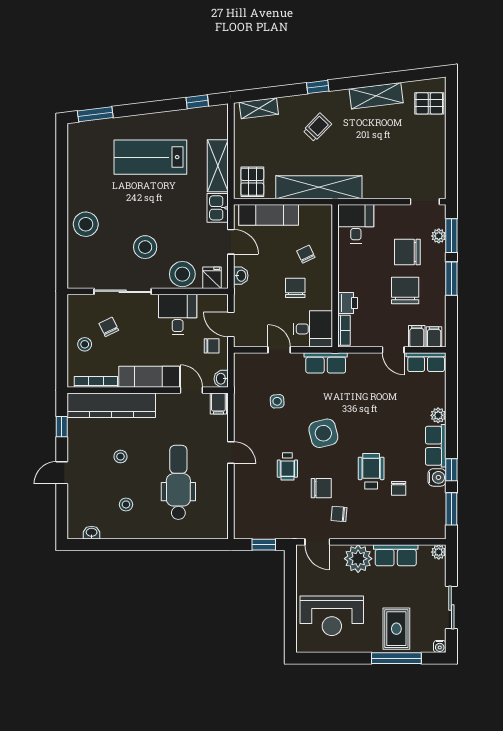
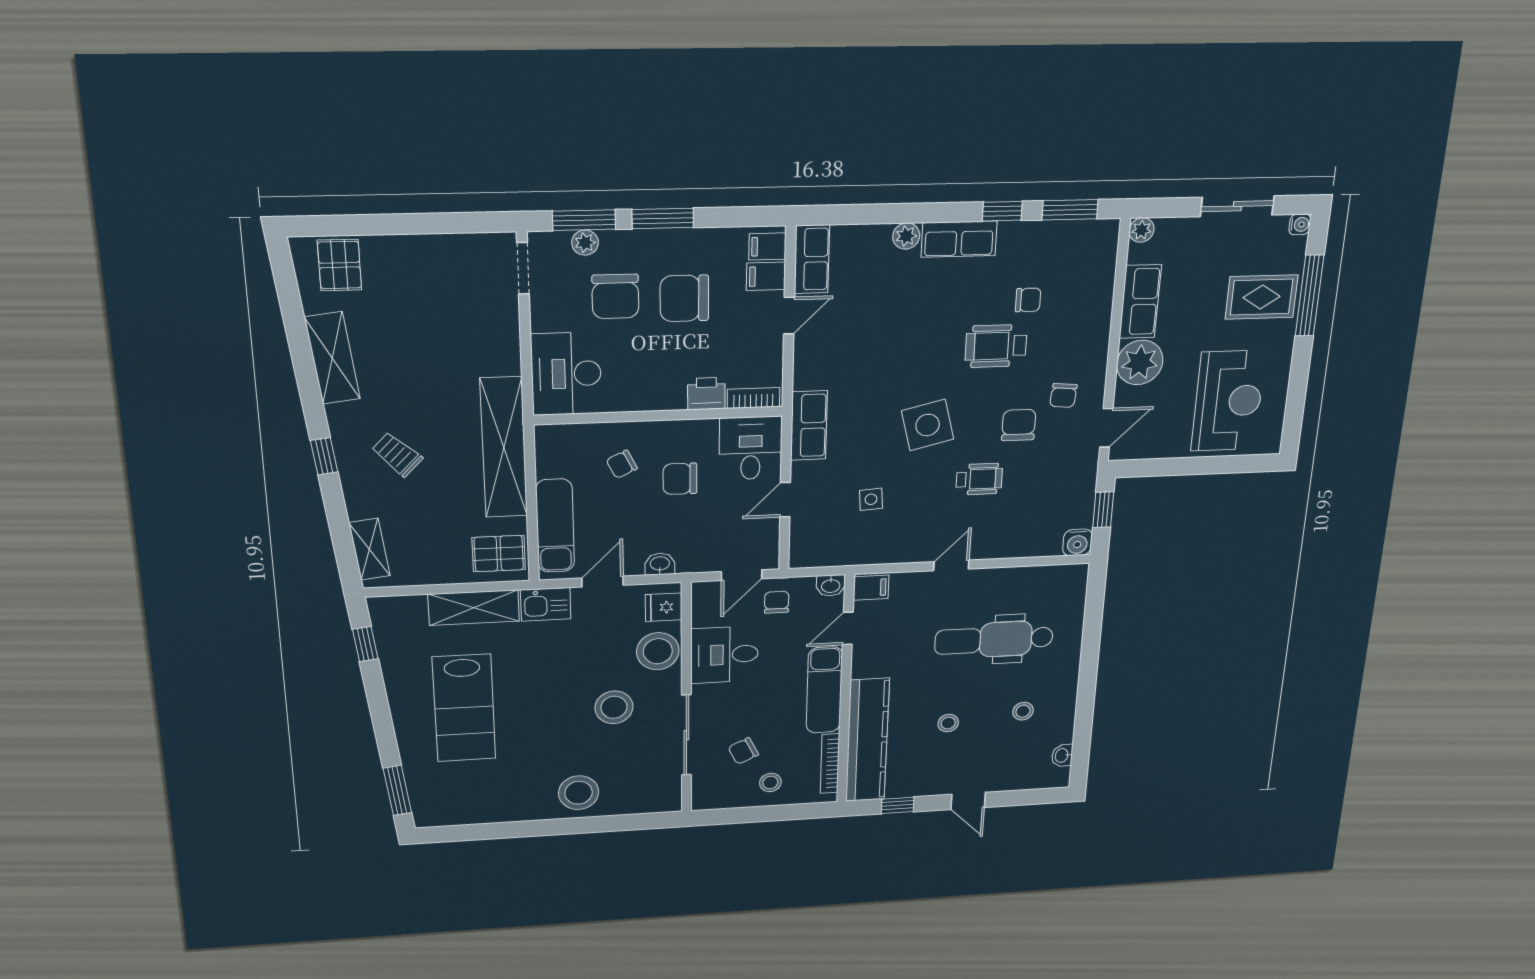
desk: (356, 224) -> (566, 374), width x1.37
water cooler: (437, 477) -> (1077, 542), moved, turned 180

